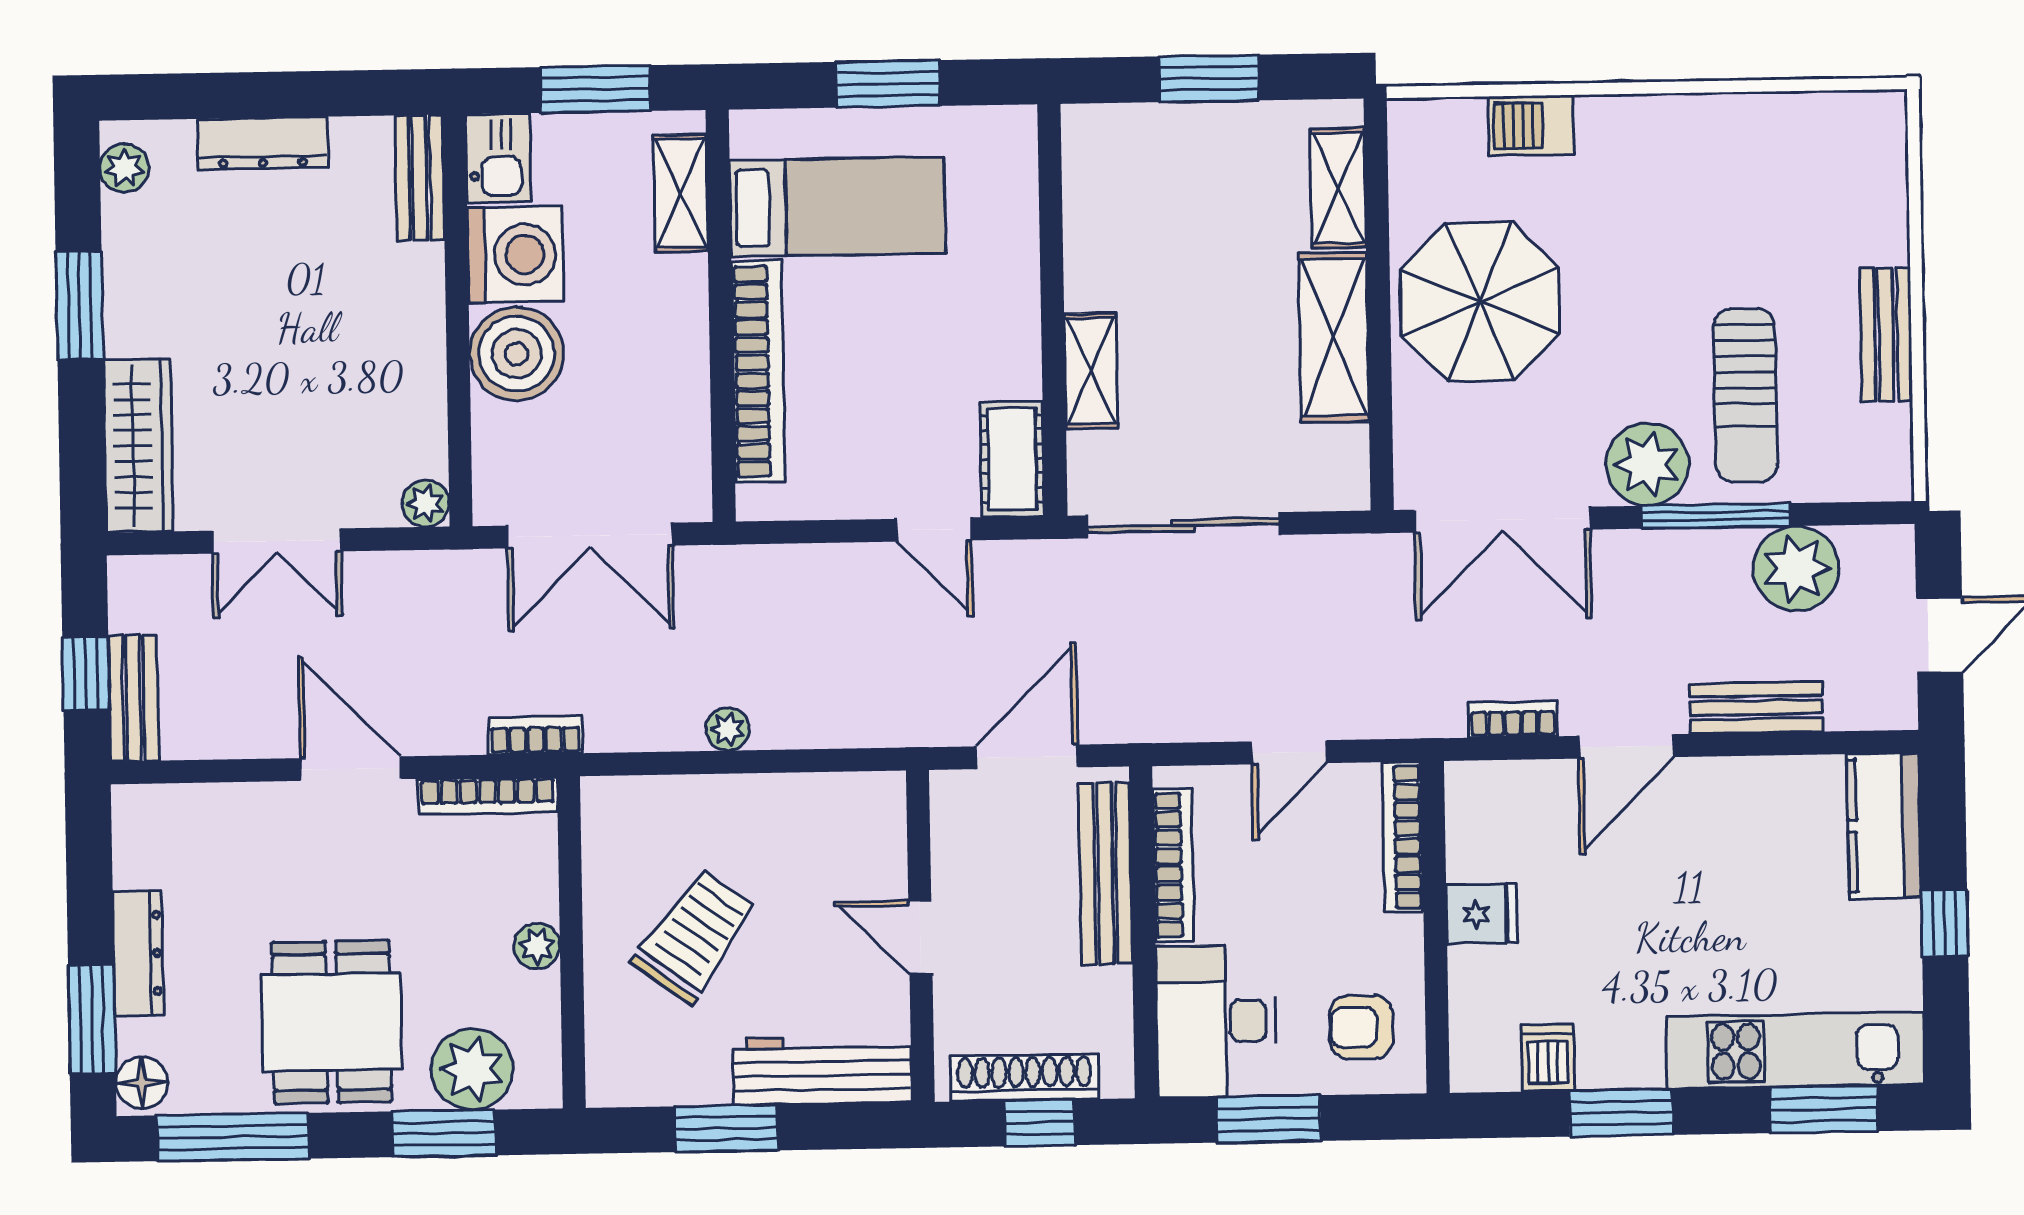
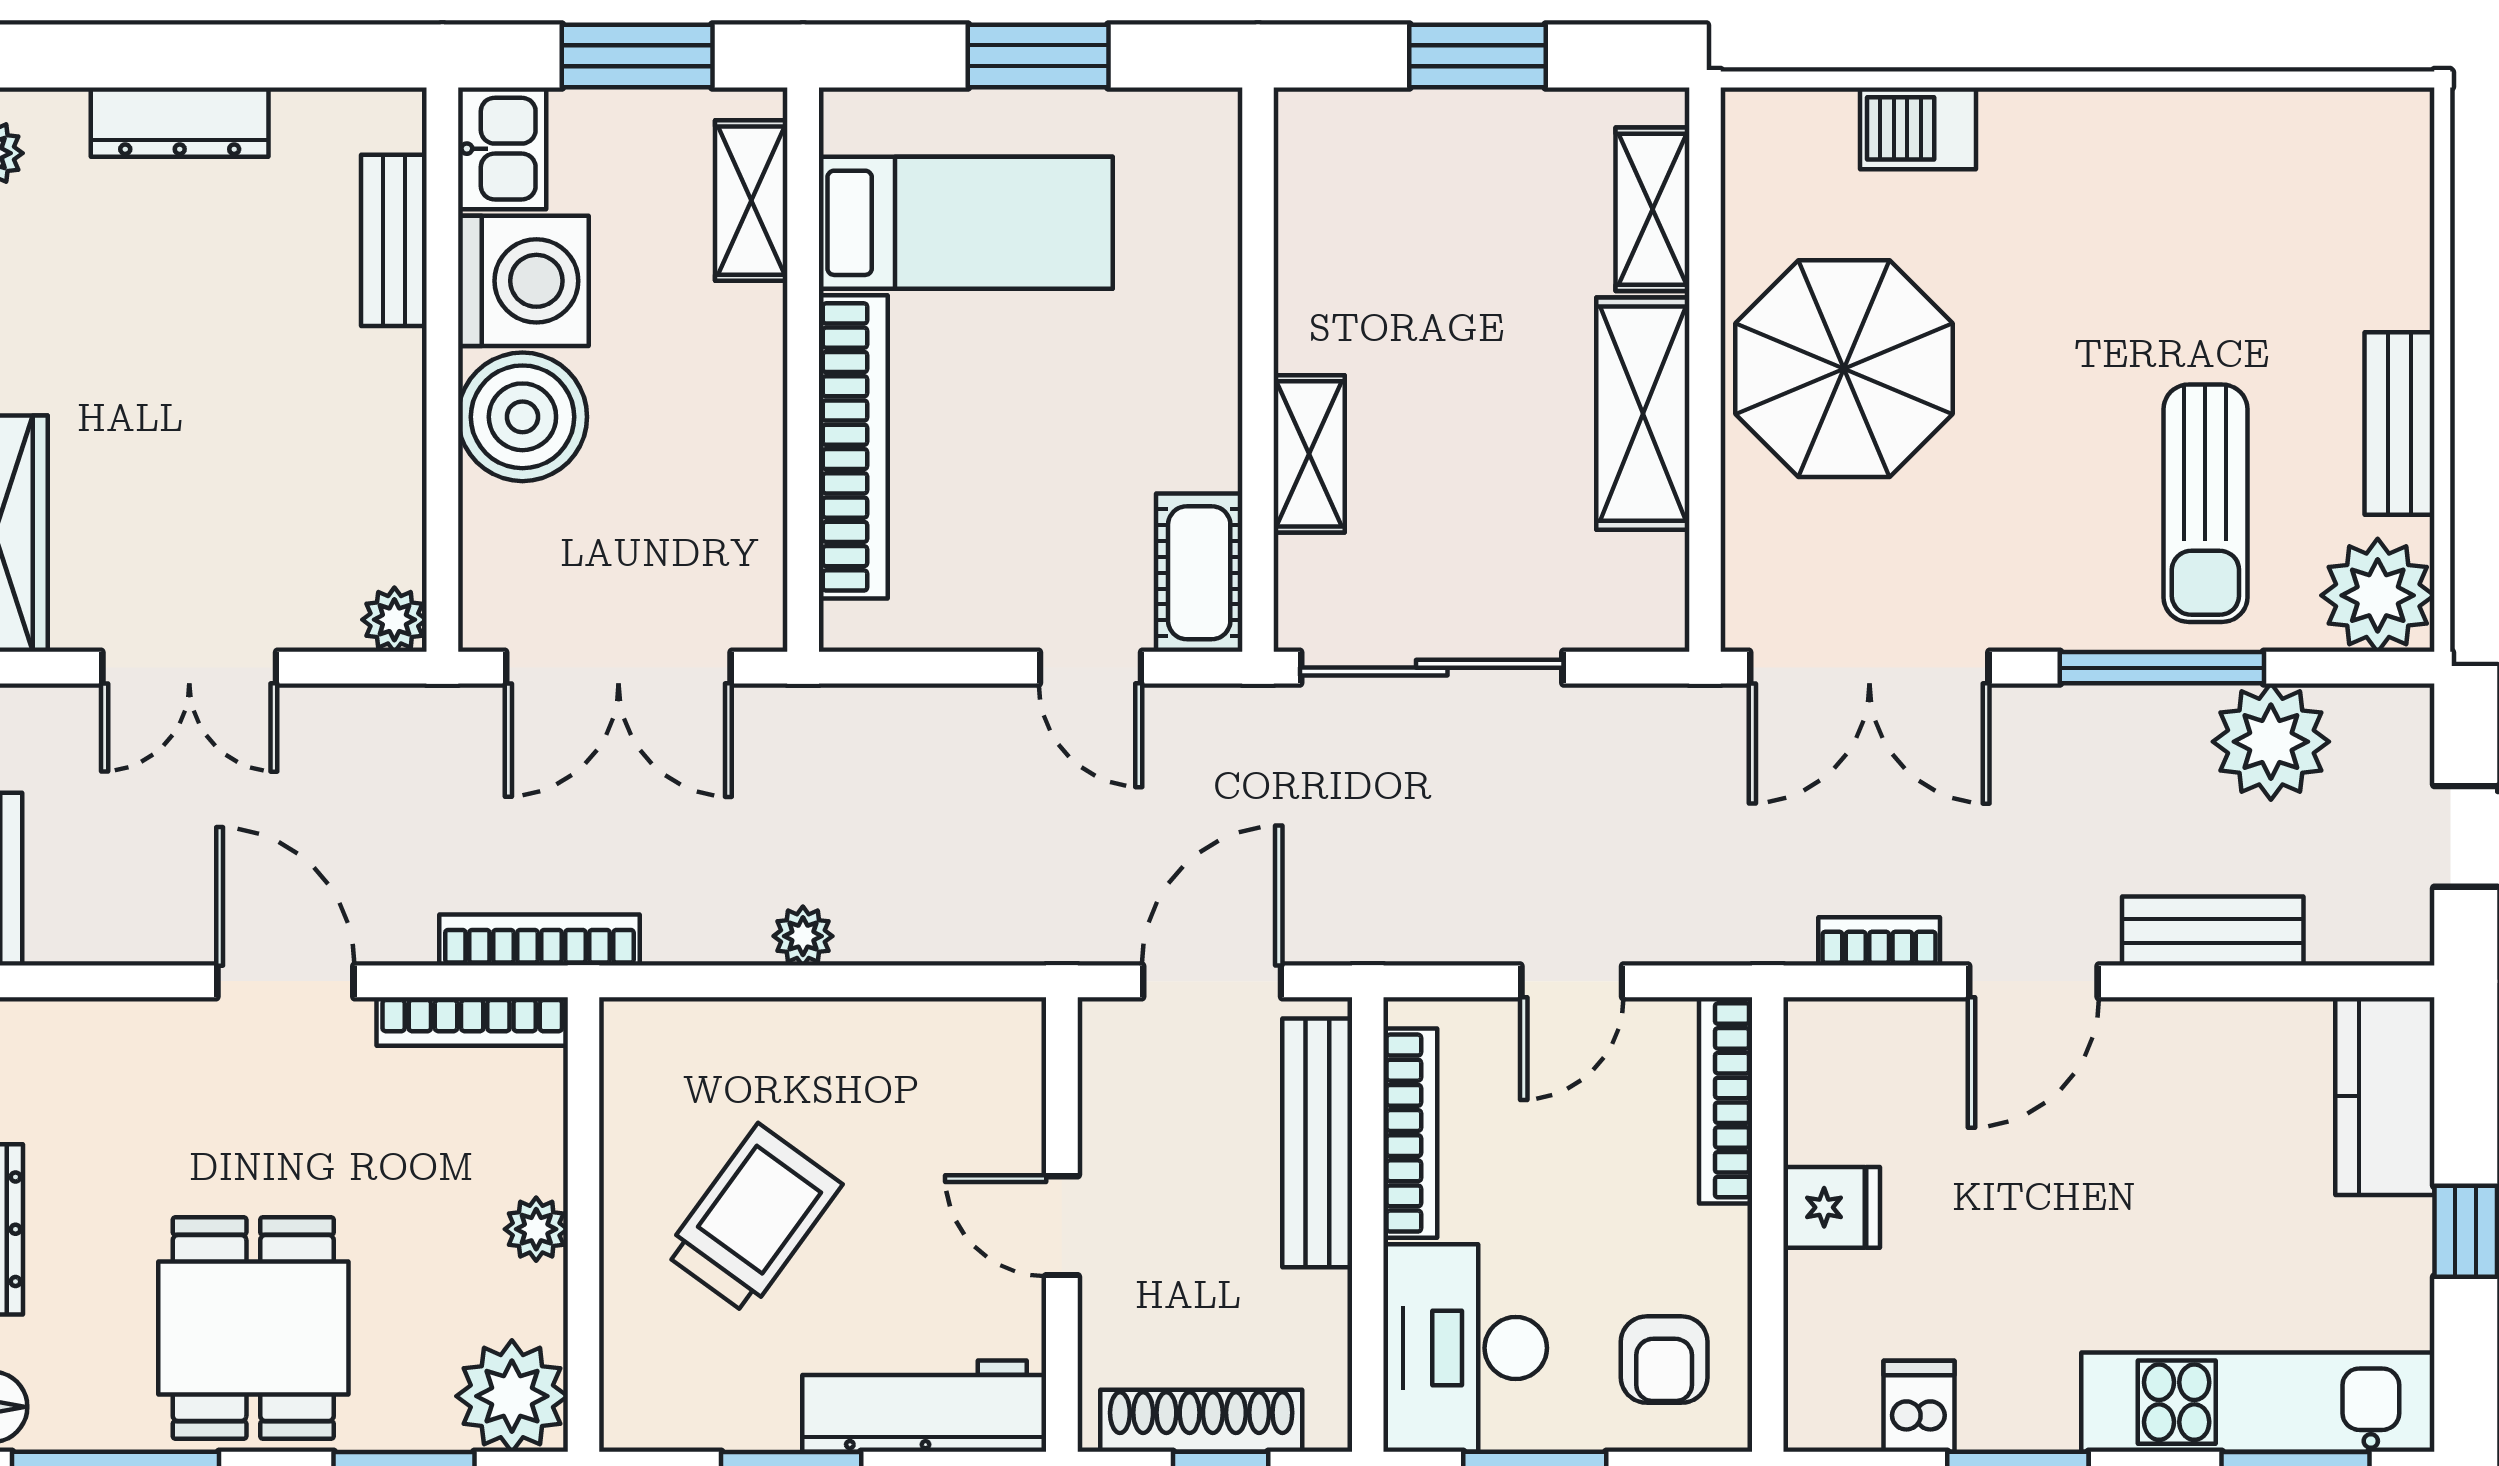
bench: (420, 178) -> (394, 240), moved
plant: (1647, 464) -> (2378, 595), moved
bookcase: (536, 735) -> (539, 940), width x1.56
armchair: (1361, 1027) -> (1664, 1360), turned -90
plant: (472, 1069) -> (512, 1396), moved

